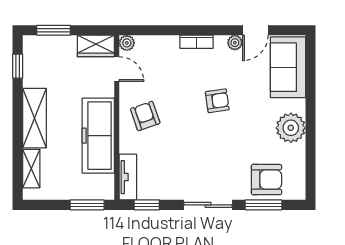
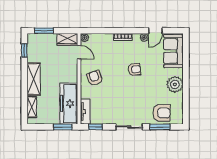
freezer: (98, 136) -> (69, 104), moved

